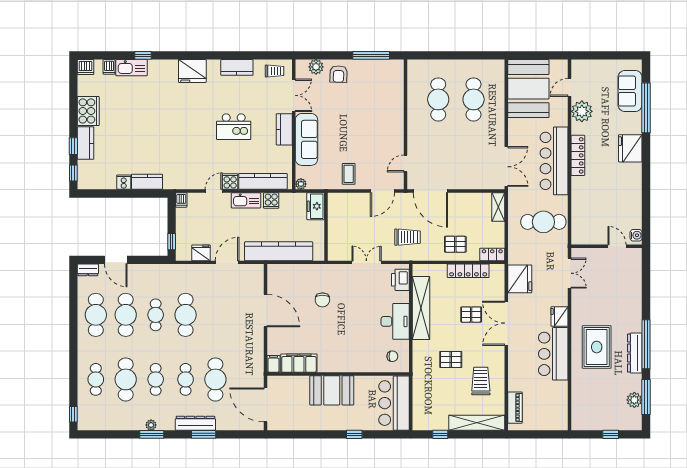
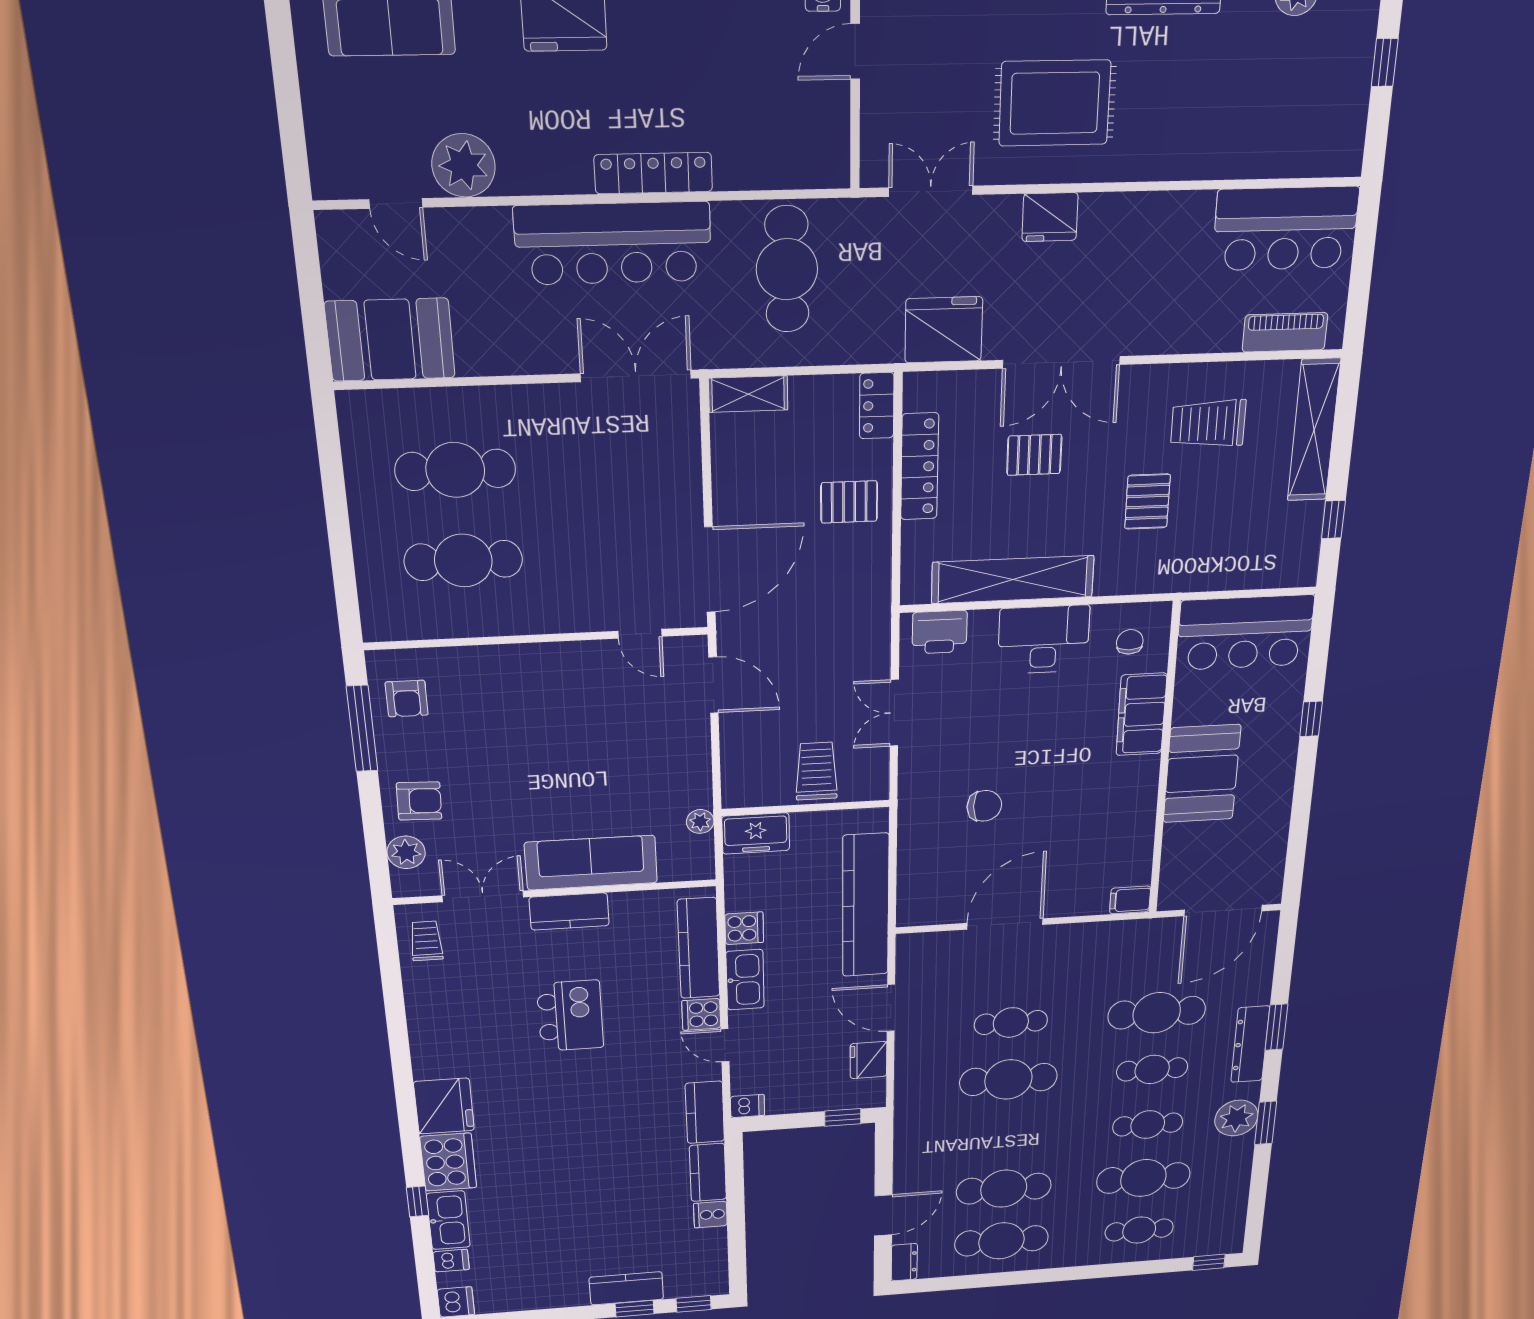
kitchen counter: (237, 67) -> (705, 1112), moved, turned 180
armchair: (383, 73) -> (407, 699), added
booth: (528, 89) -> (390, 340), width x0.73, depth x0.70
cooker: (88, 111) -> (448, 1162), moved, turned 90
locker: (578, 155) -> (653, 173), moved
coffee table: (349, 174) -> (673, 765), removed
plant: (301, 184) -> (700, 822), moved
trolley: (407, 237) -> (816, 771), moved
pallet: (455, 244) -> (849, 502), turned 90
cafe table: (156, 315) -> (1011, 1022), moved
pallet: (471, 315) -> (1034, 455), turned 90
rug: (597, 347) -> (1055, 103), moved
bar counter: (553, 354) -> (1285, 229), moved
filing cabinet: (299, 363) -> (1141, 714), moved
plant: (151, 425) -> (1236, 1118), width x1.87, depth x1.87

